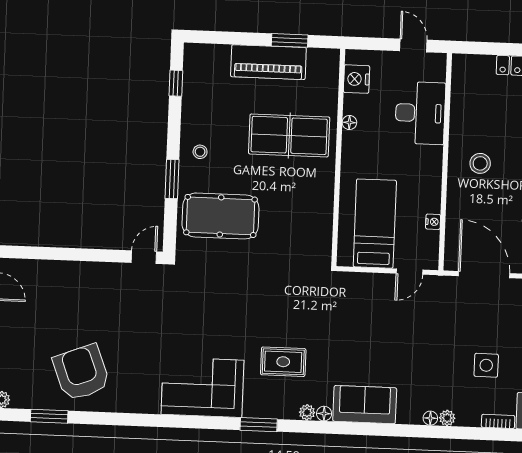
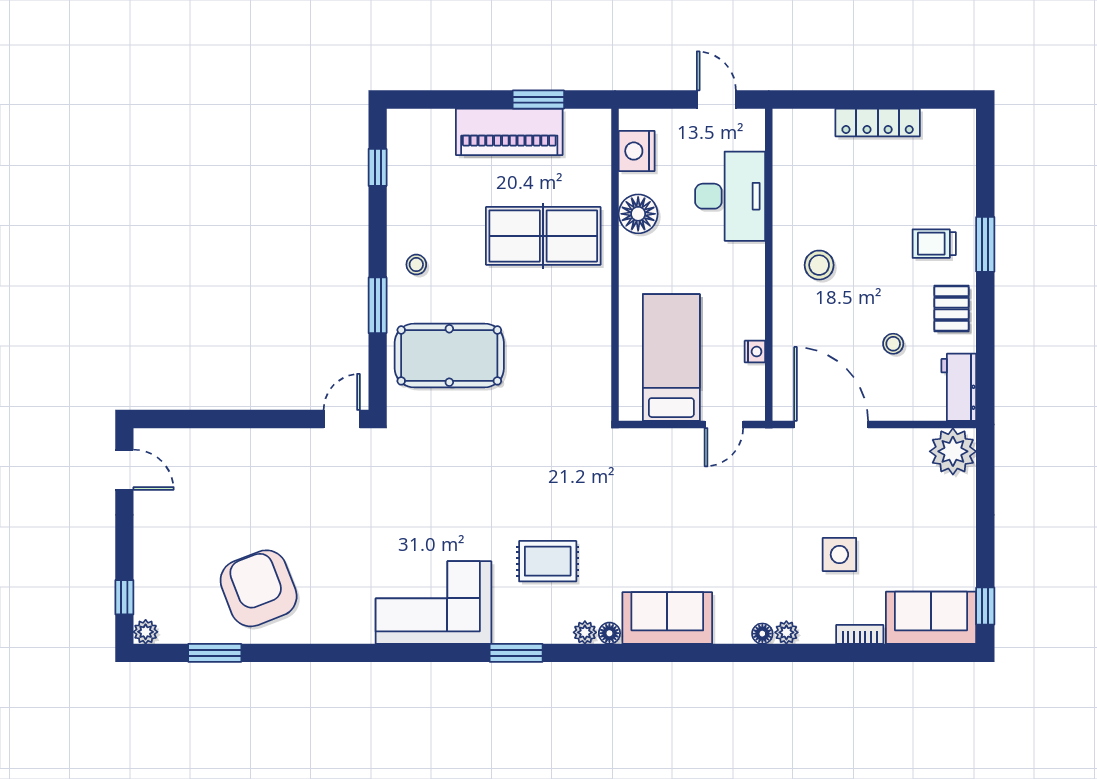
floor lamp: (349, 122) -> (638, 214), width x1.89, depth x1.89

